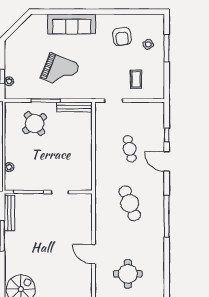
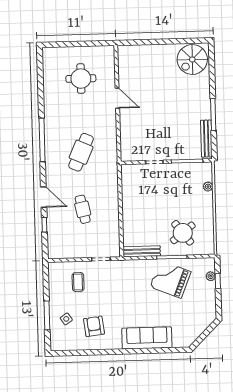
grand piano: (60, 71) -> (170, 279), moved
cafe table: (130, 203) -> (81, 152), turned 45

